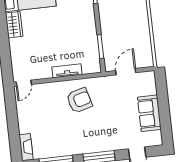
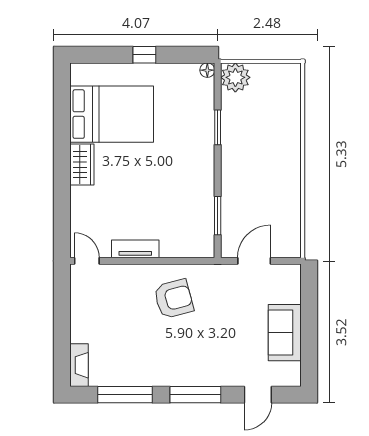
tv unit: (67, 71) -> (135, 249), moved
door: (24, 83) -> (87, 261), swing flipped

